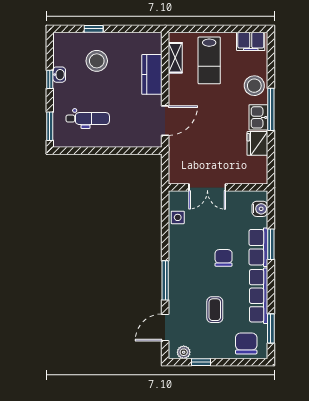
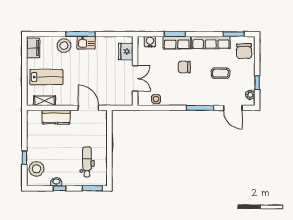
stool: (97, 61) -> (36, 169), moved
fridge: (257, 143) -> (126, 51), moved, turned 90
chair: (246, 343) -> (244, 51), turned -90

